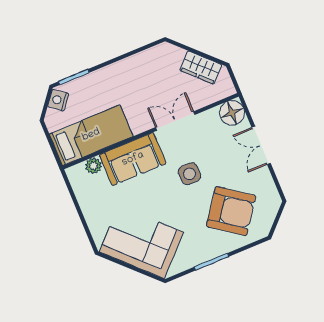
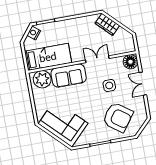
wardrobe: (201, 68) -> (107, 24), moved
plant: (93, 166) -> (42, 79), width x1.88, depth x1.88
side table: (190, 174) -> (109, 85), moved

